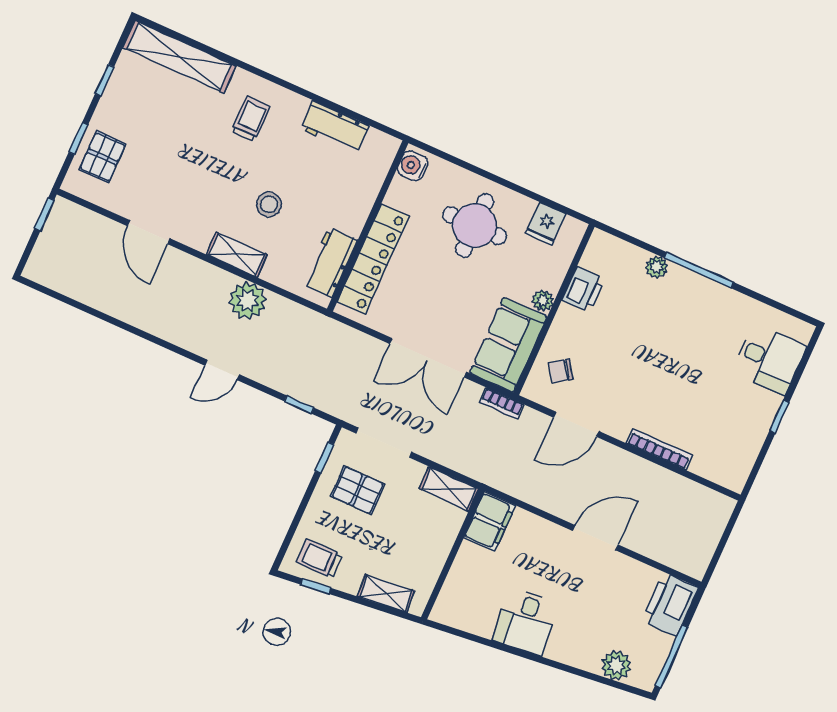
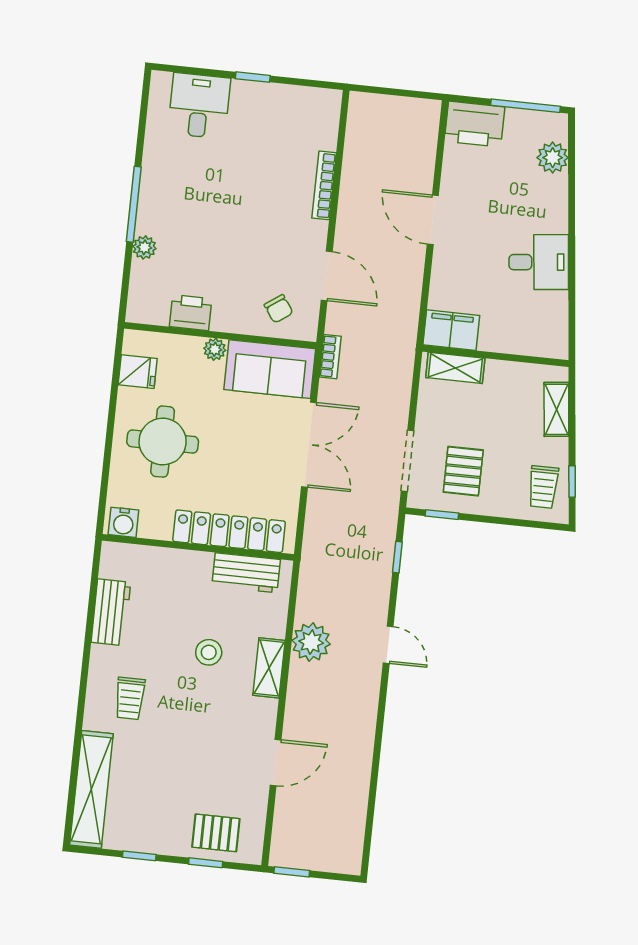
trolley: (251, 119) -> (130, 698), turned -90
shelving: (449, 489) -> (455, 368), moved, turned 90

